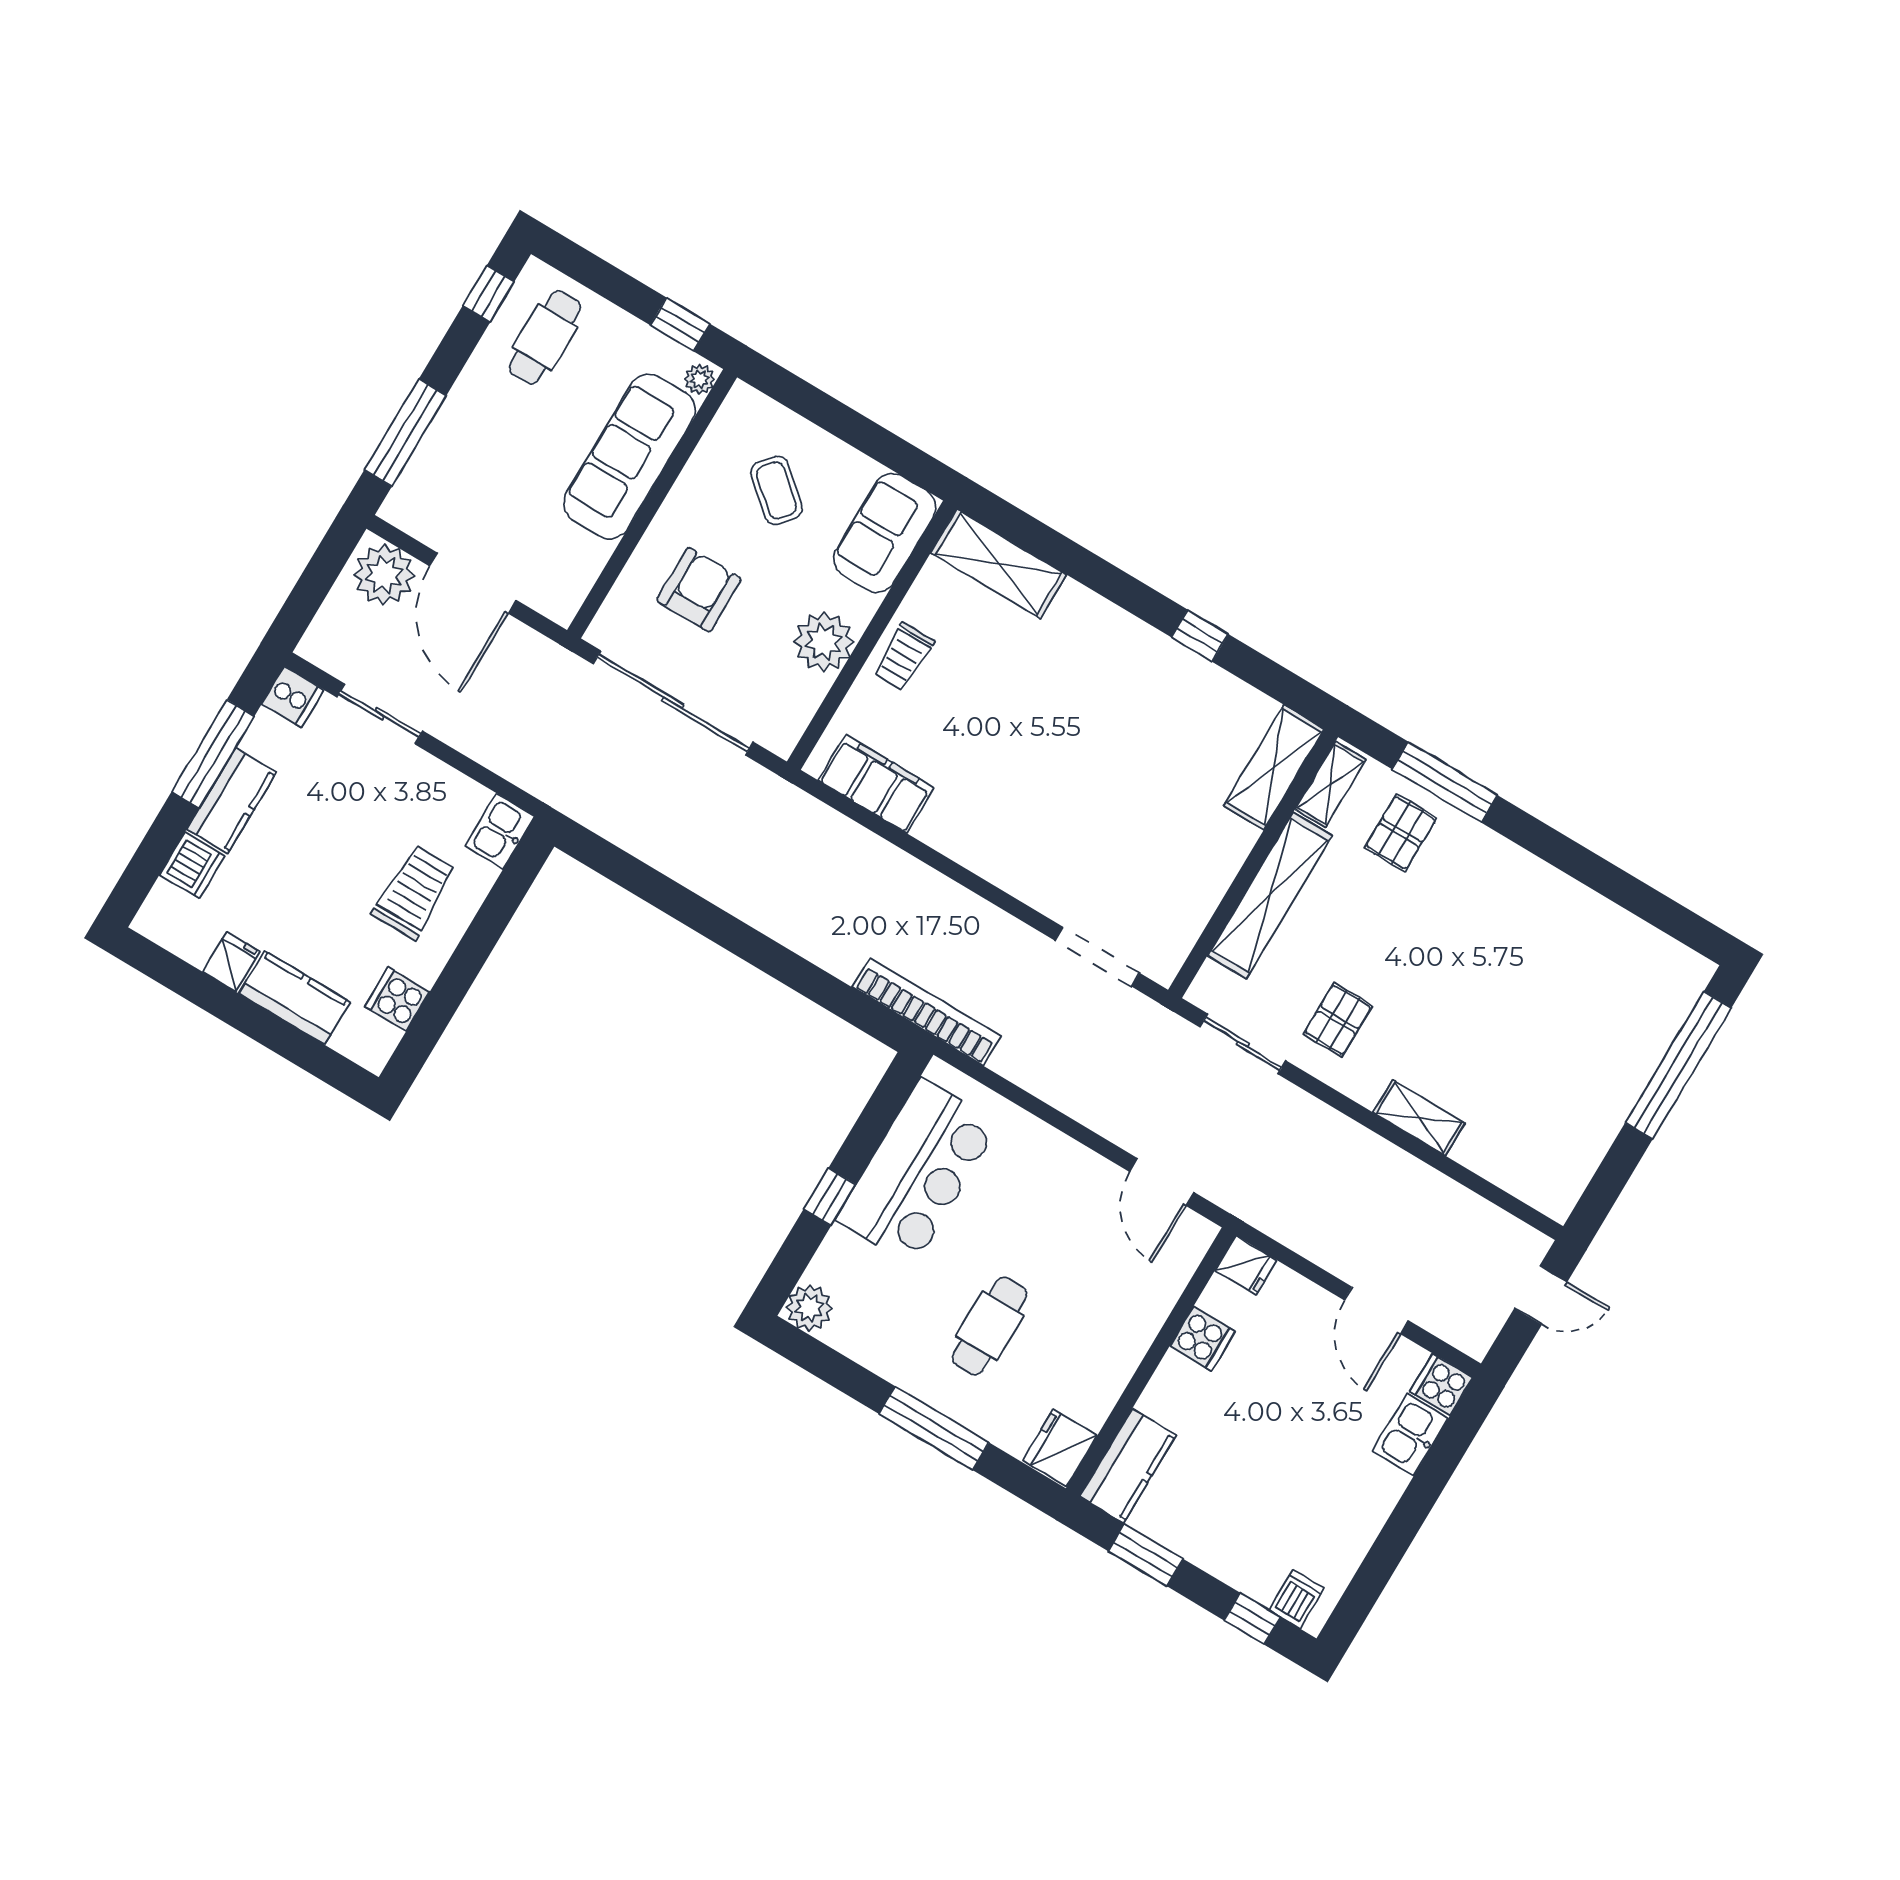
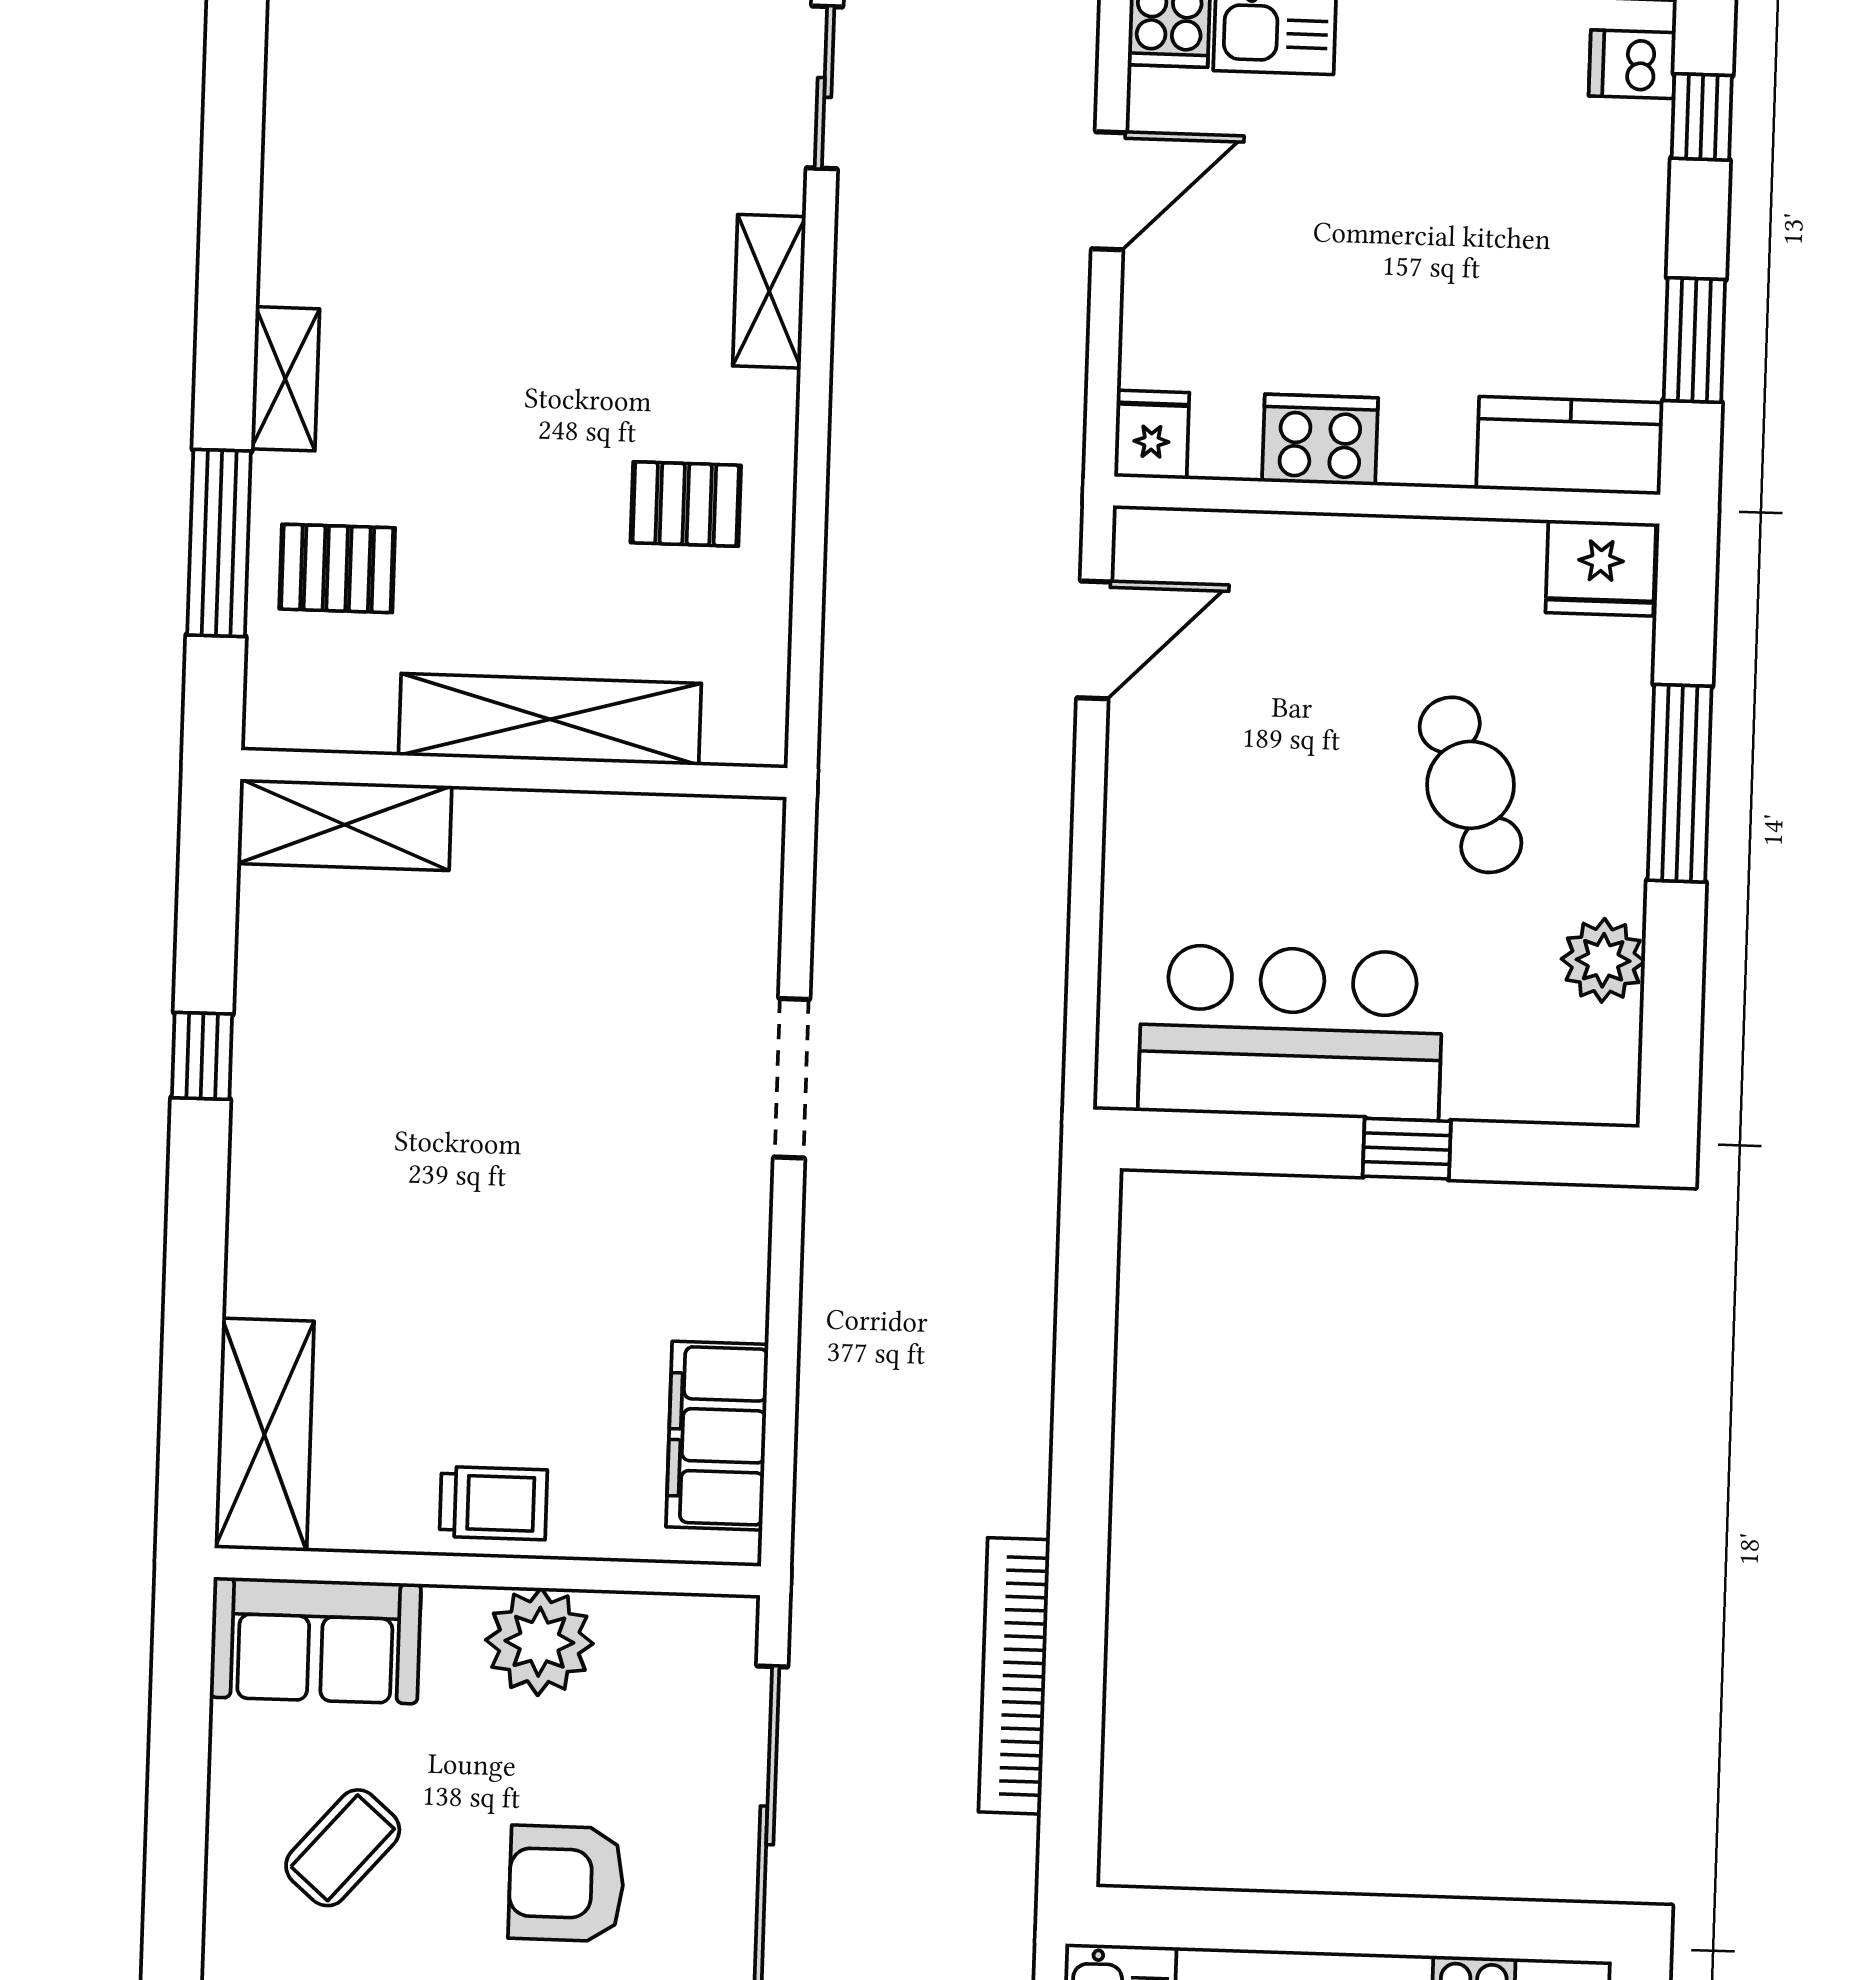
shelving: (1330, 785) -> (285, 379), moved, turned 90
doorway: (1097, 957) -> (792, 1078), moved
bookcase: (927, 1012) -> (1014, 1676), moved
sliding door: (1243, 1044) -> (825, 87), moved
plant: (809, 1308) -> (1603, 960), moved
cafe table: (990, 1326) -> (1470, 785), turned 69
cooker: (1202, 1339) -> (1320, 440), width x1.36

